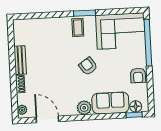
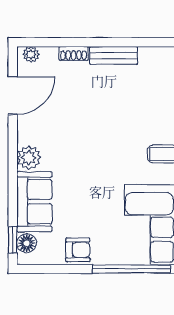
armchair: (88, 66) -> (97, 168), removed
armchair: (138, 75) -> (78, 250), turned 180

